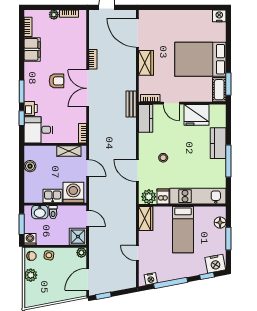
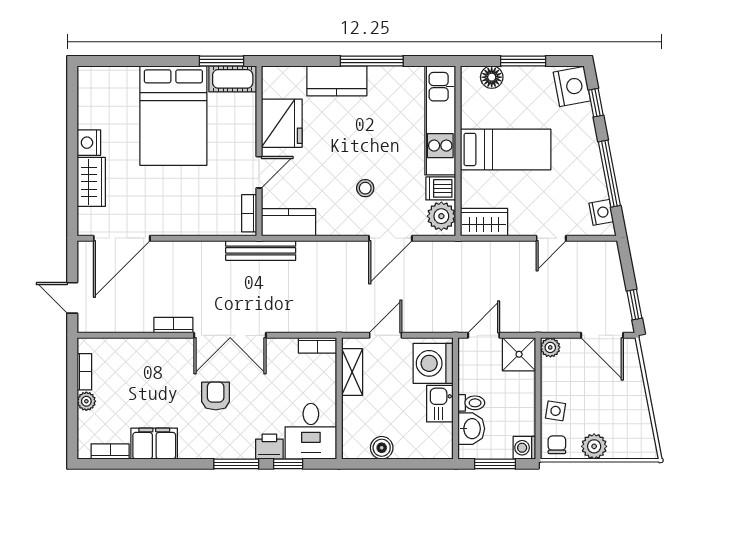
nightstand: (219, 16) -> (89, 143), moved
wardrobe: (146, 63) -> (91, 182), moved, turned 90
bench: (131, 104) -> (261, 250), width x1.36

